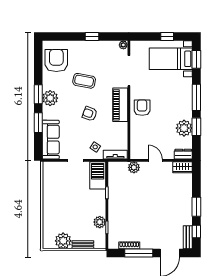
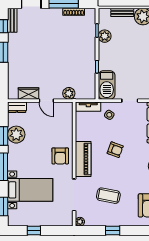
bed with nightstands: (171, 59) -> (30, 190), moved
coffee table: (84, 81) -> (108, 196), moved
wardrobe: (182, 167) -> (28, 93), moved

